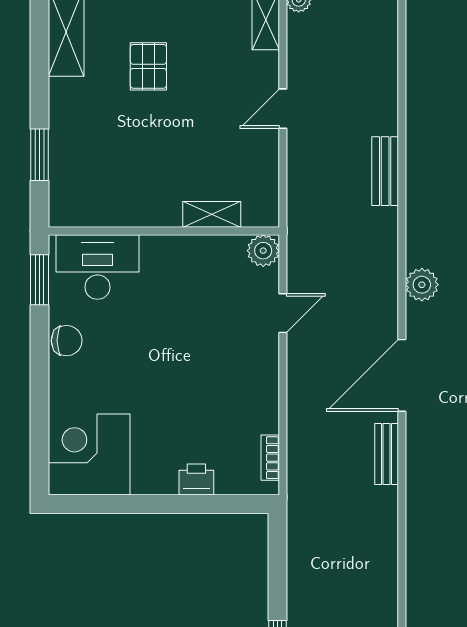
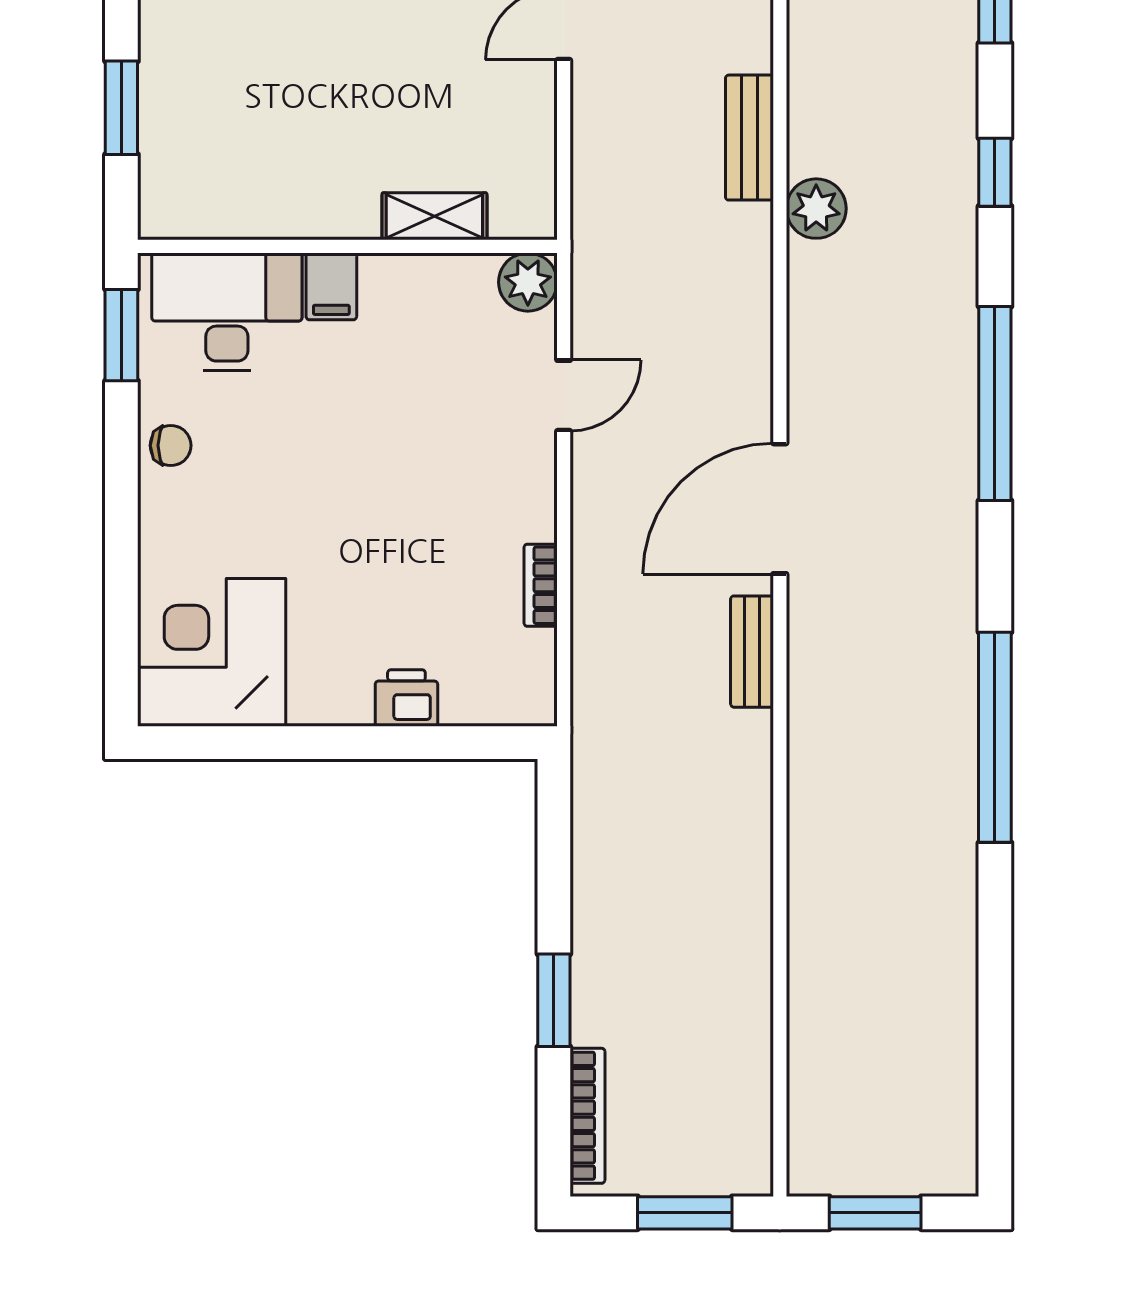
filing cabinet: (155, 253) -> (331, 286), added
plant: (422, 285) -> (816, 209), moved
chair: (67, 341) -> (171, 445), width x0.73, depth x0.73
bookcase: (270, 458) -> (541, 585), moved

